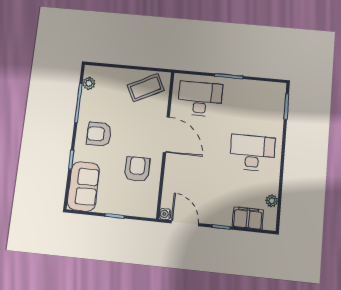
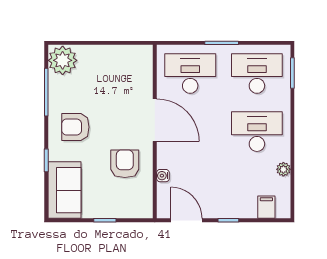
plant: (89, 83) -> (63, 60), width x1.87, depth x1.87
coffee table: (146, 88) -> (124, 66), removed
desk: (256, 104) -> (257, 73), added
plant: (272, 201) -> (283, 169), moved
water cooler: (165, 214) -> (163, 176), moved
filing cabinet: (248, 218) -> (266, 207), width x0.50

